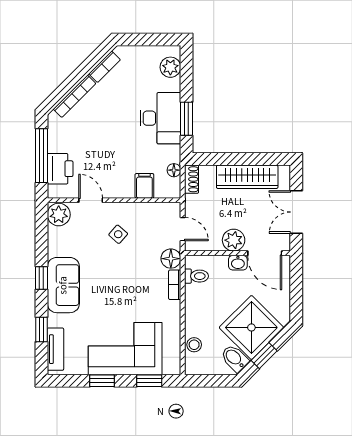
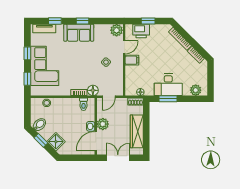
window: (41, 156) -> (148, 21), width x0.46
filing cabinet: (144, 186) -> (132, 60), moved
shower: (251, 327) -> (56, 142), width x0.54, depth x0.54

